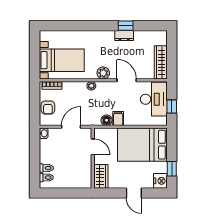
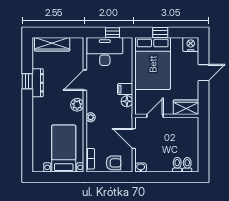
dresser: (124, 35) -> (38, 83), width x1.44
wardrobe: (161, 62) -> (52, 44), moved
window: (172, 169) -> (160, 33), moved

